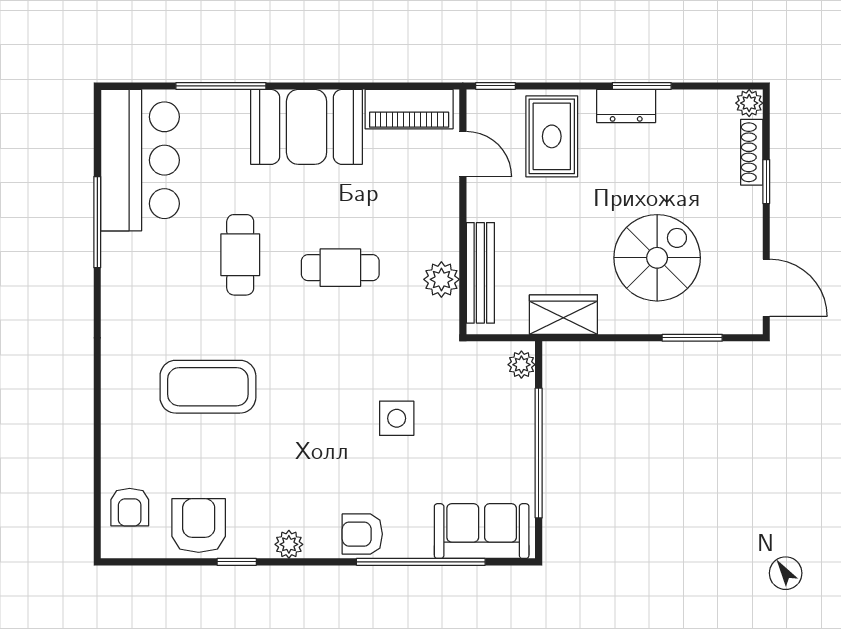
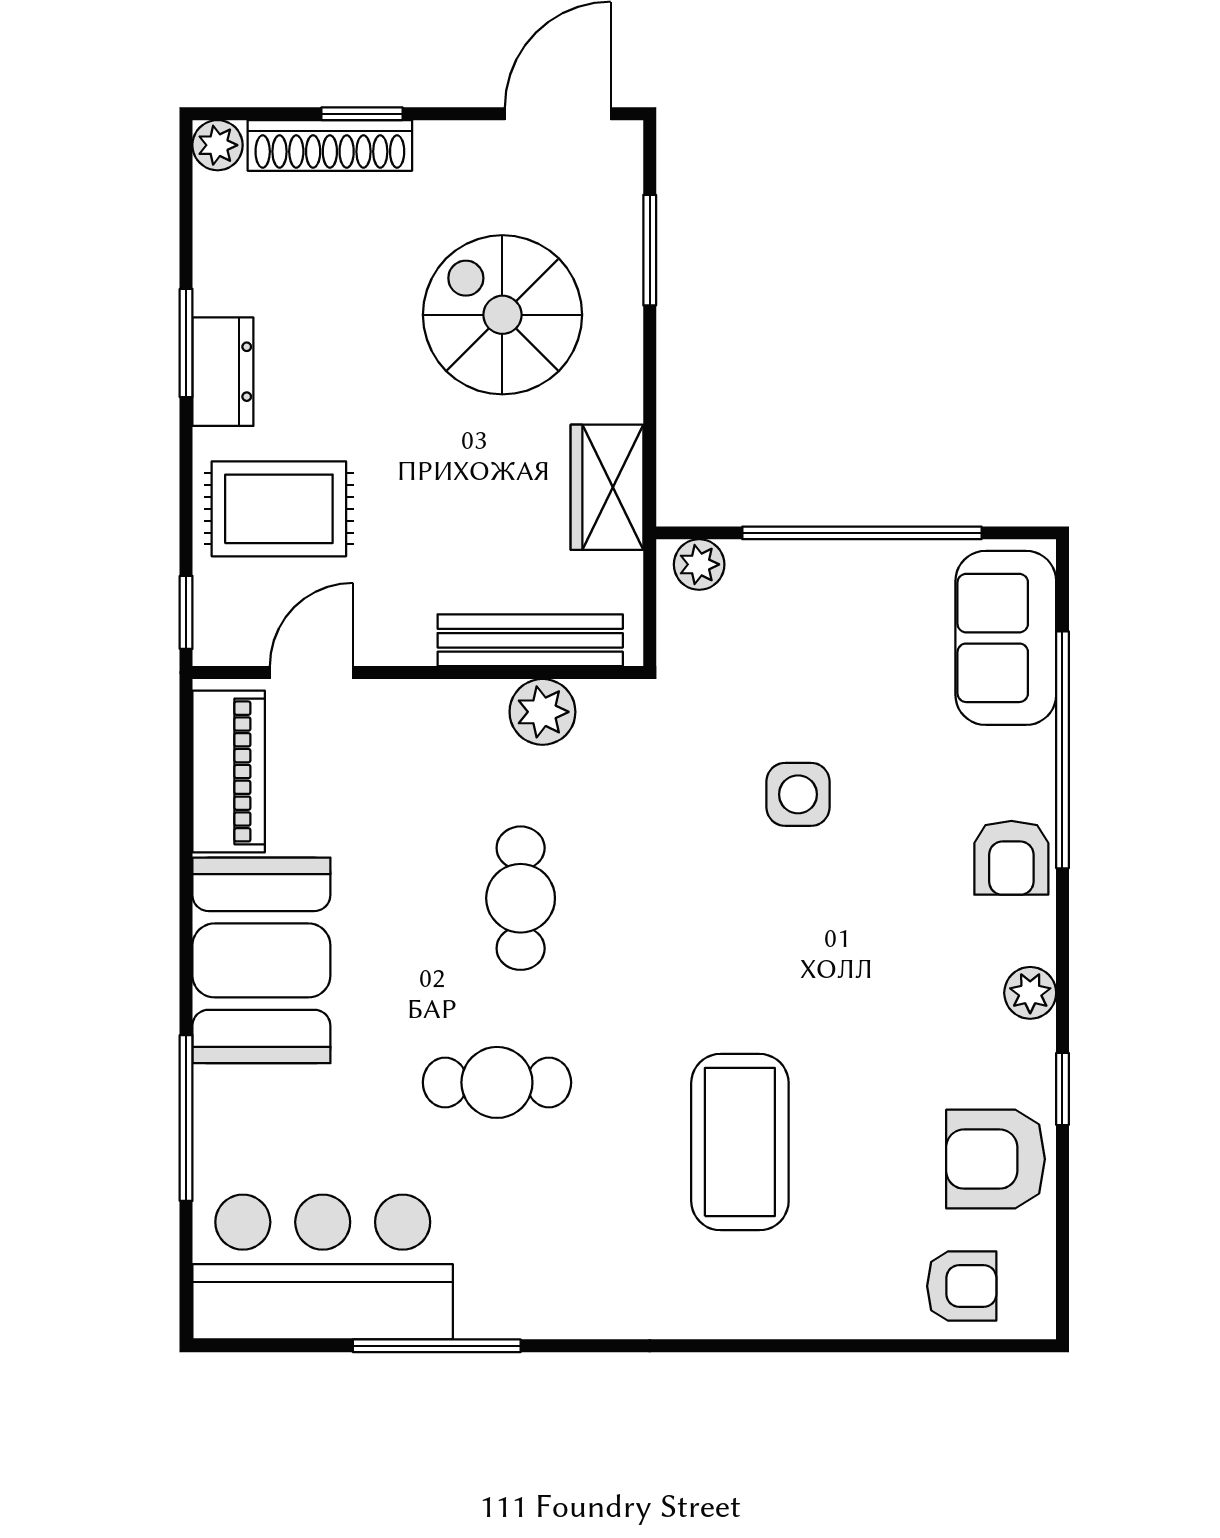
shoe rack: (752, 152) -> (330, 145), width x1.36, depth x1.24

